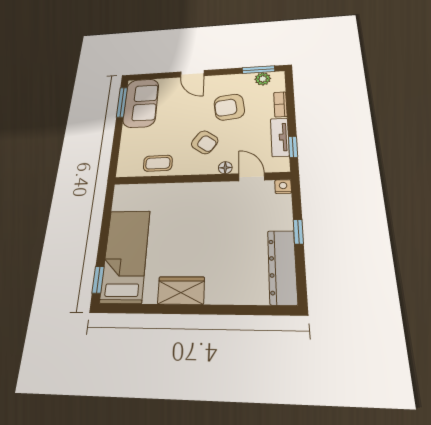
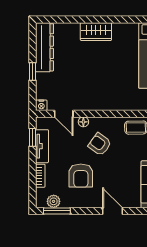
armchair: (229, 107) -> (81, 176), turned 97
wardrobe: (181, 290) -> (96, 32), moved

